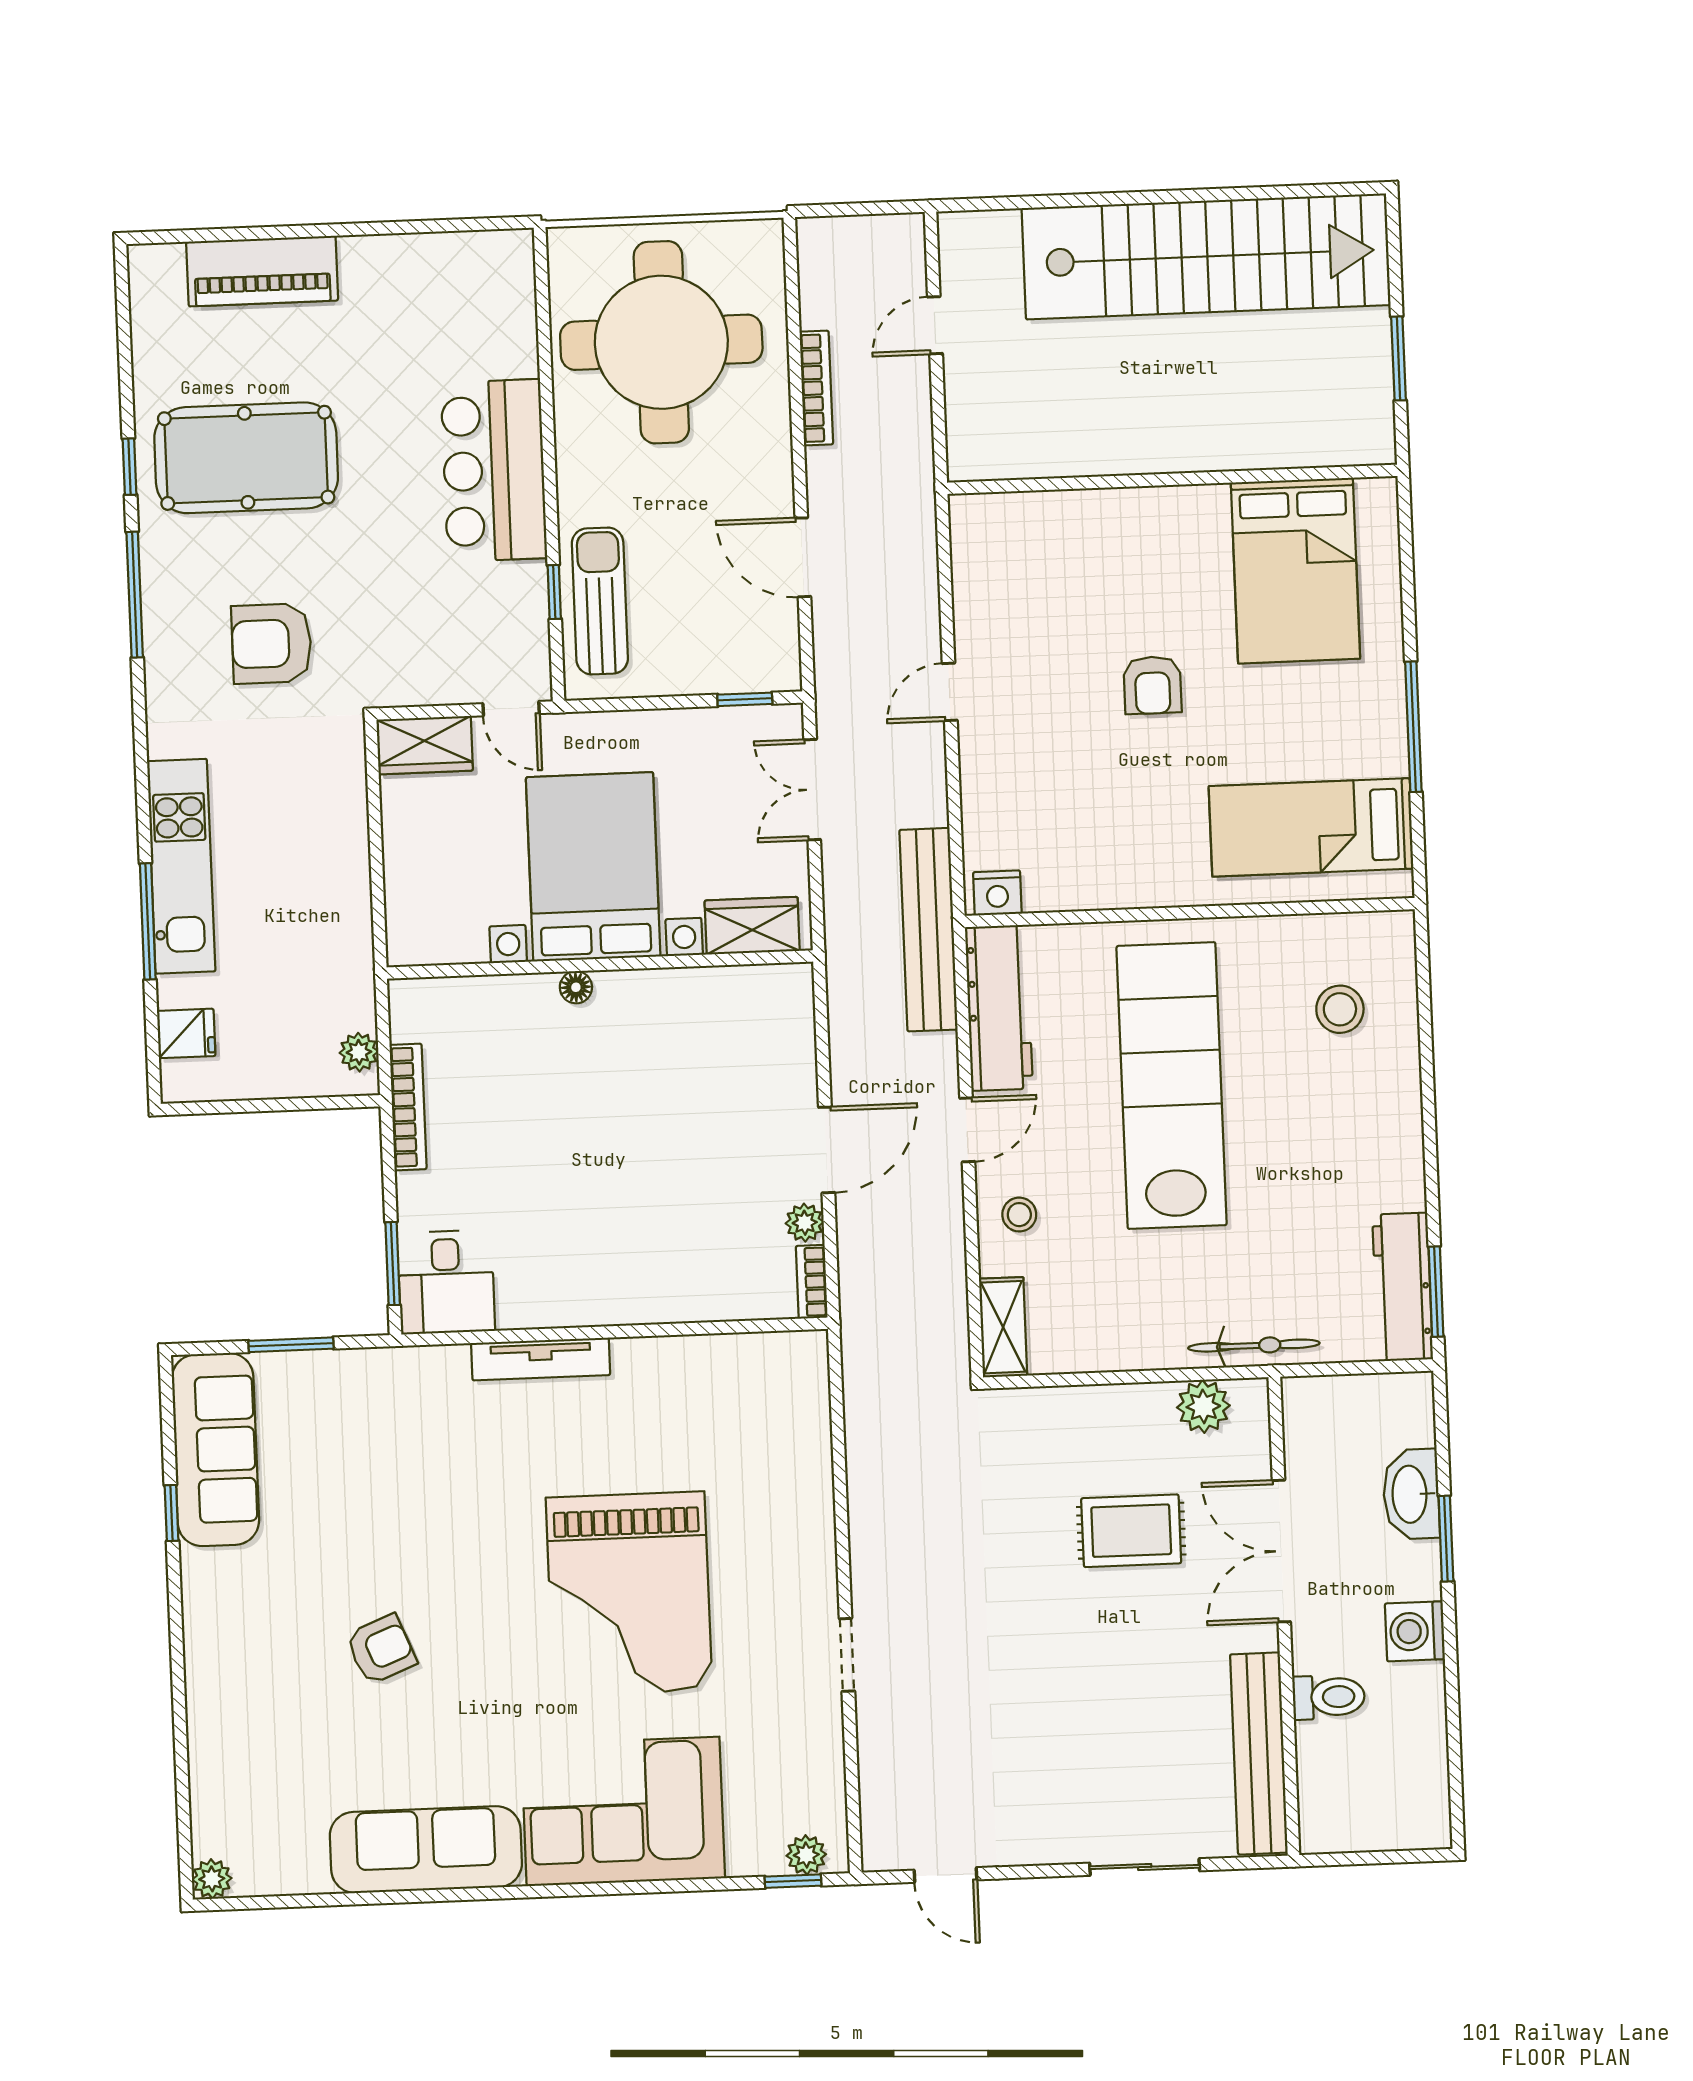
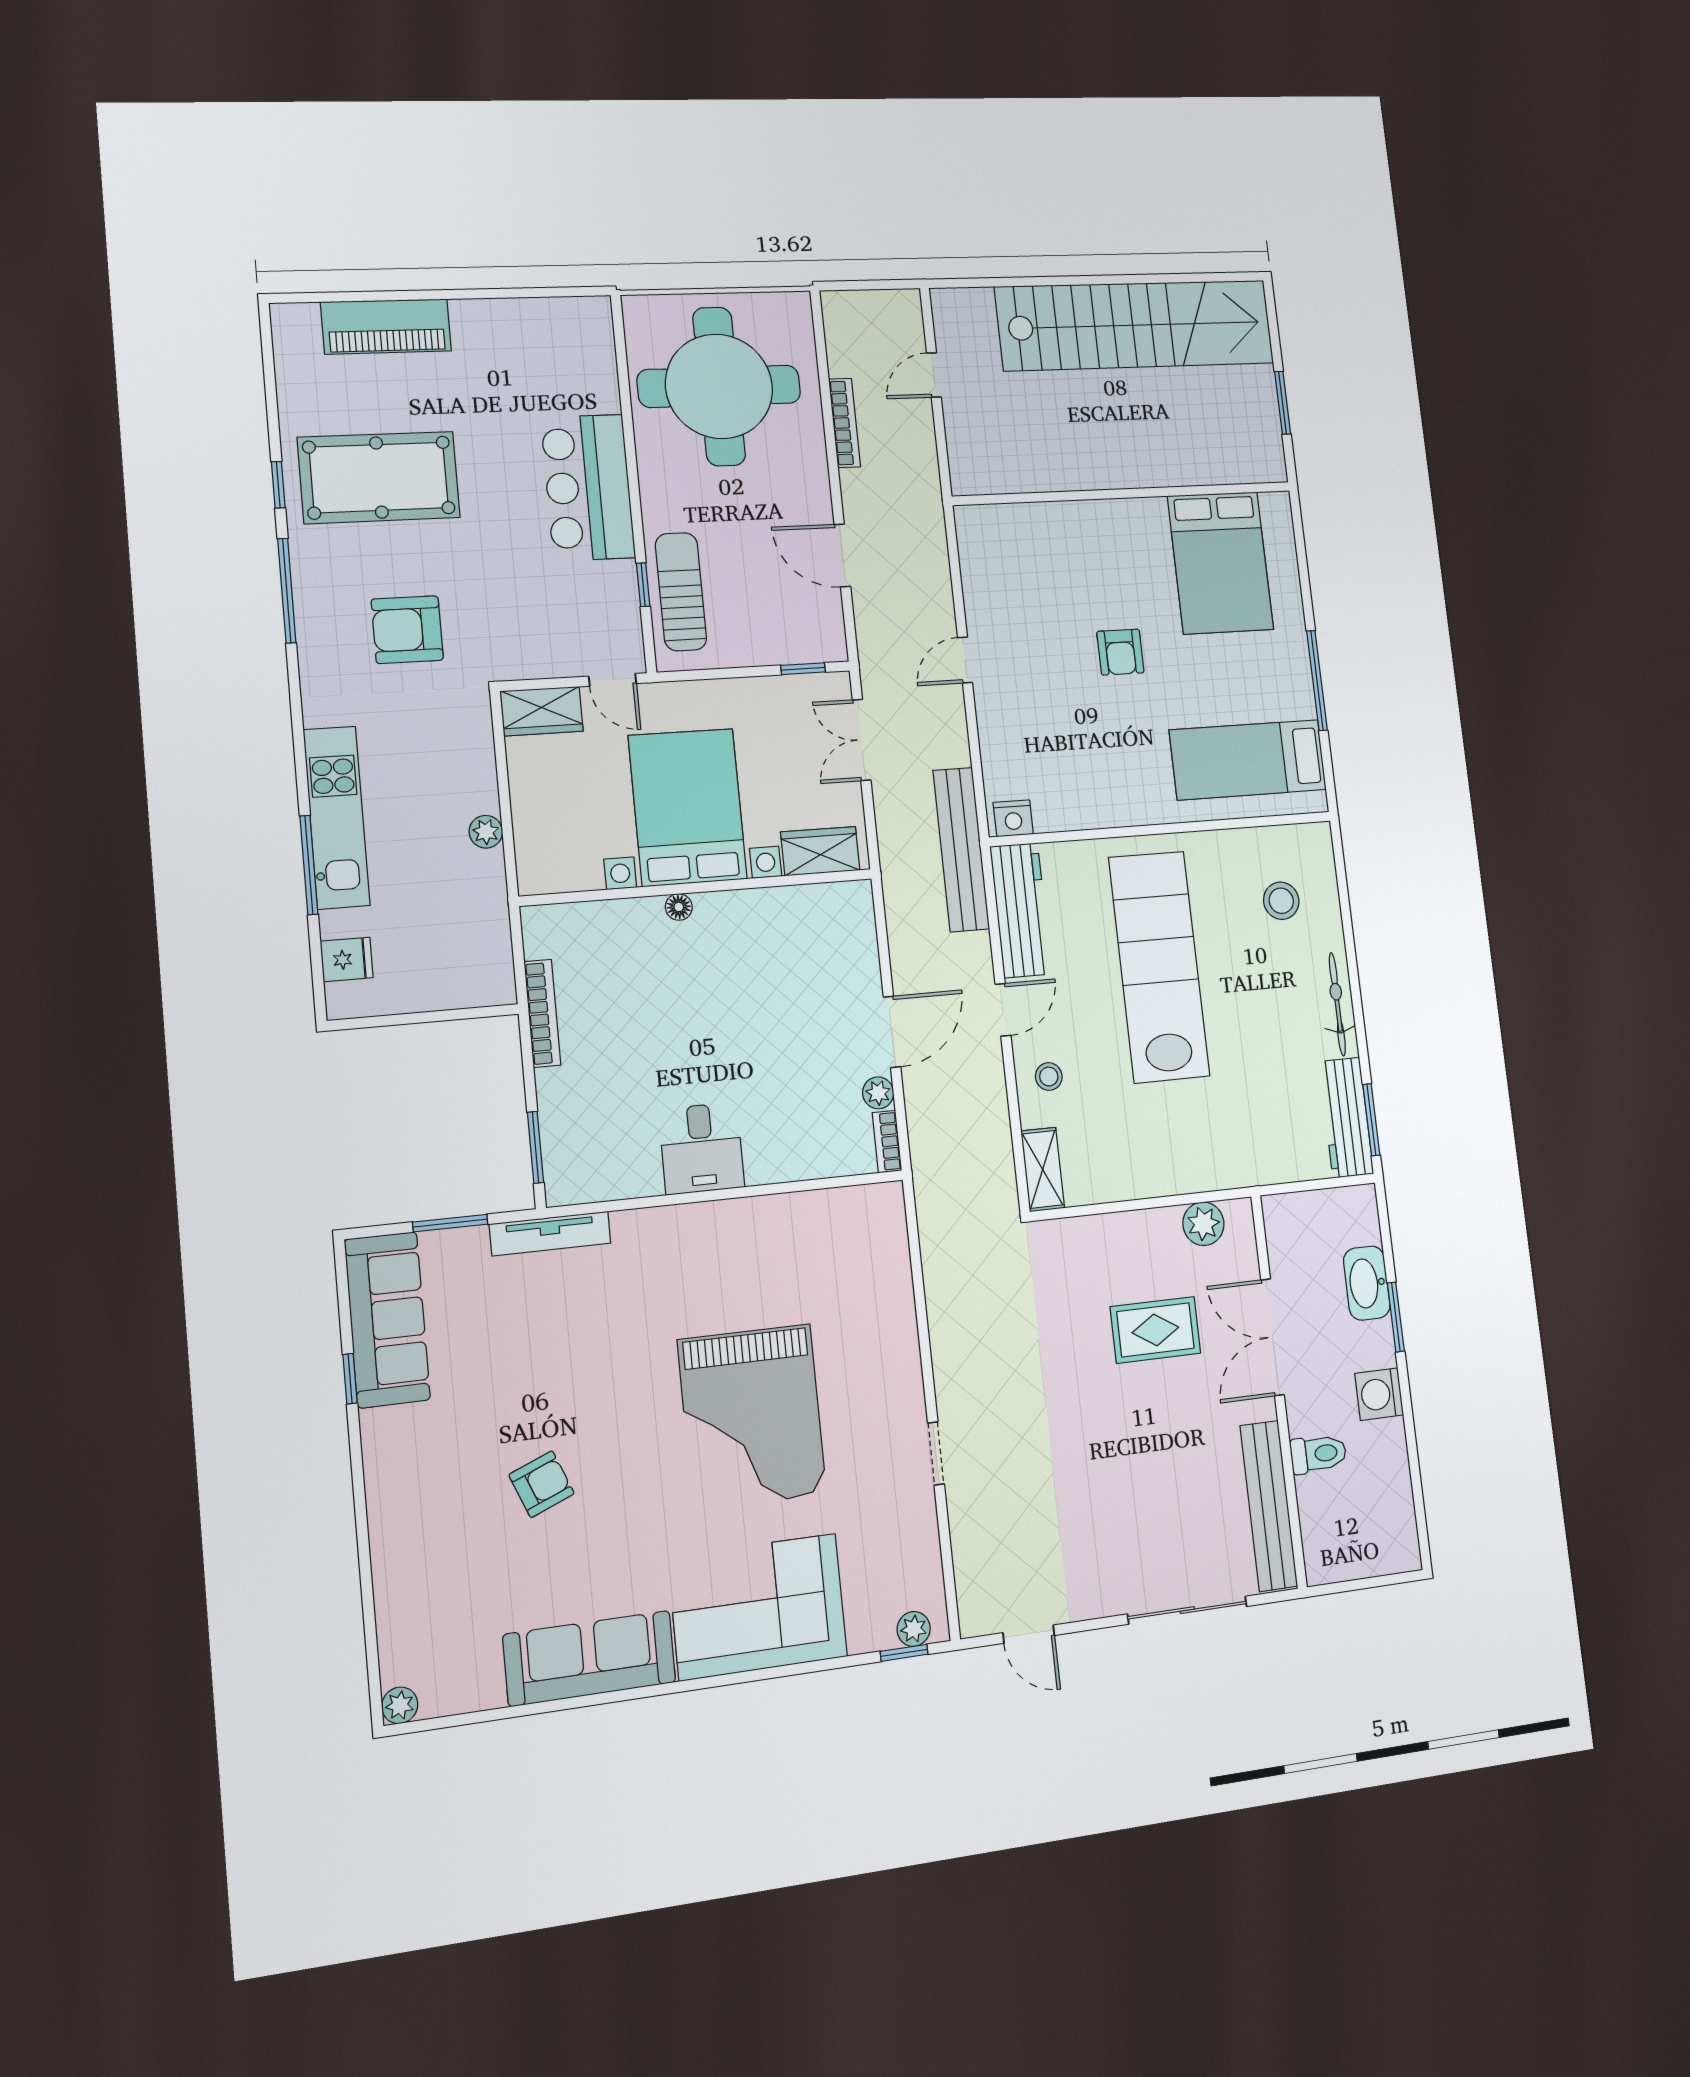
plant: (359, 1052) -> (486, 832), moved
desk: (446, 1282) -> (701, 1148), moved
bicycle: (1254, 1346) -> (1337, 1004), moved, turned -90
tv unit: (541, 1359) -> (550, 1234), moved
sliding door: (1145, 1867) -> (1187, 1610), width x1.37

